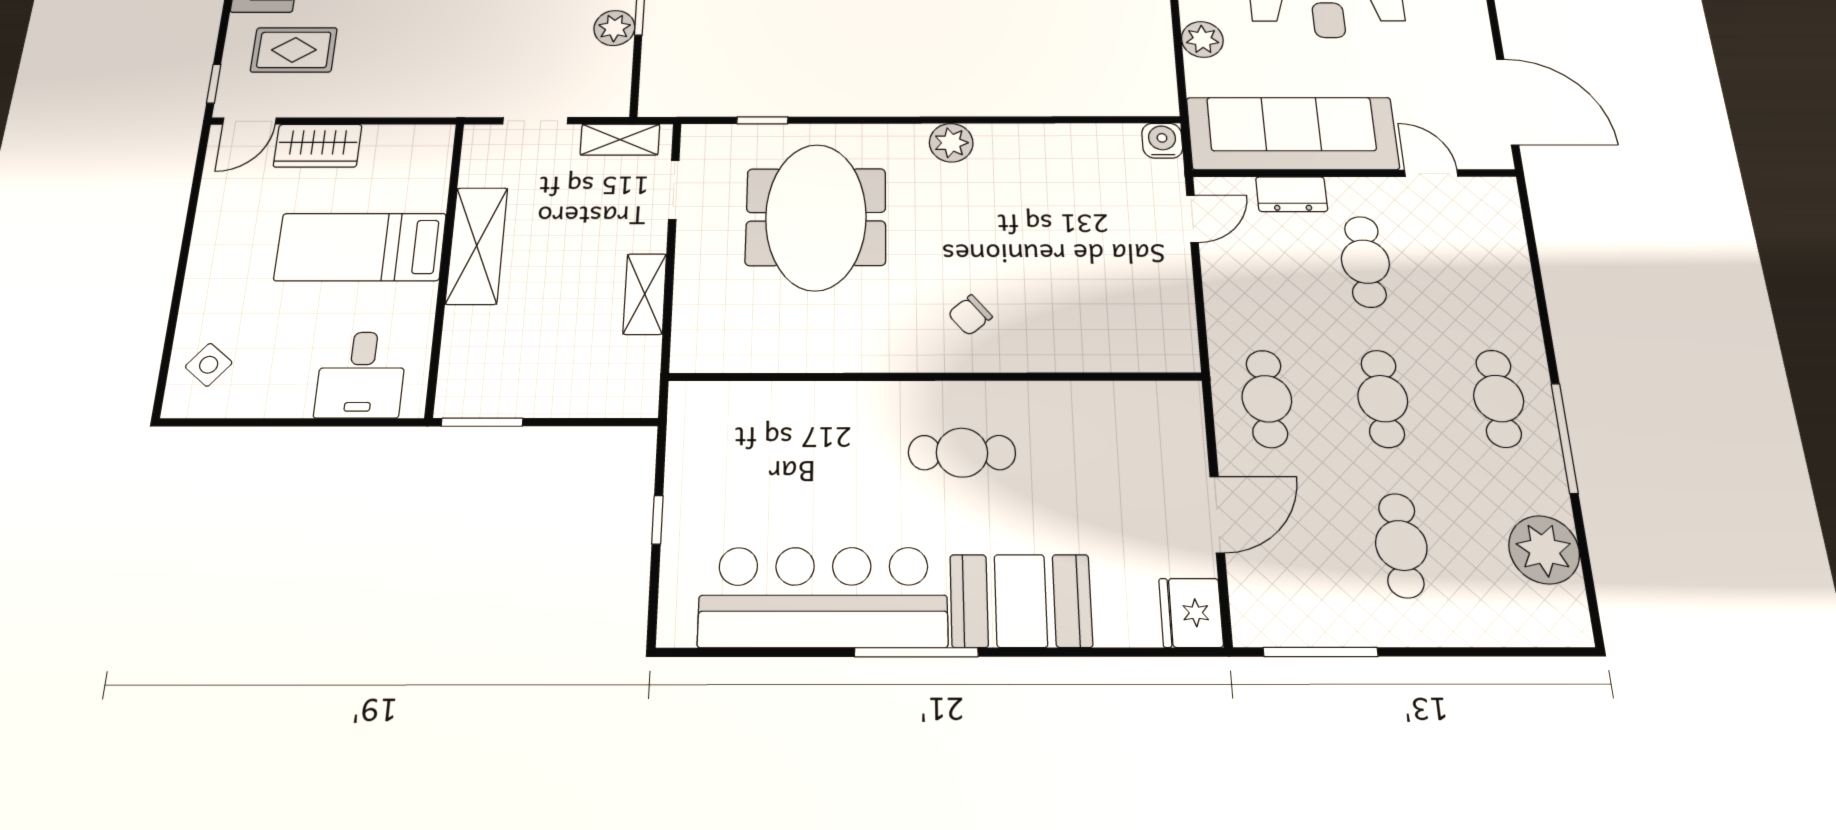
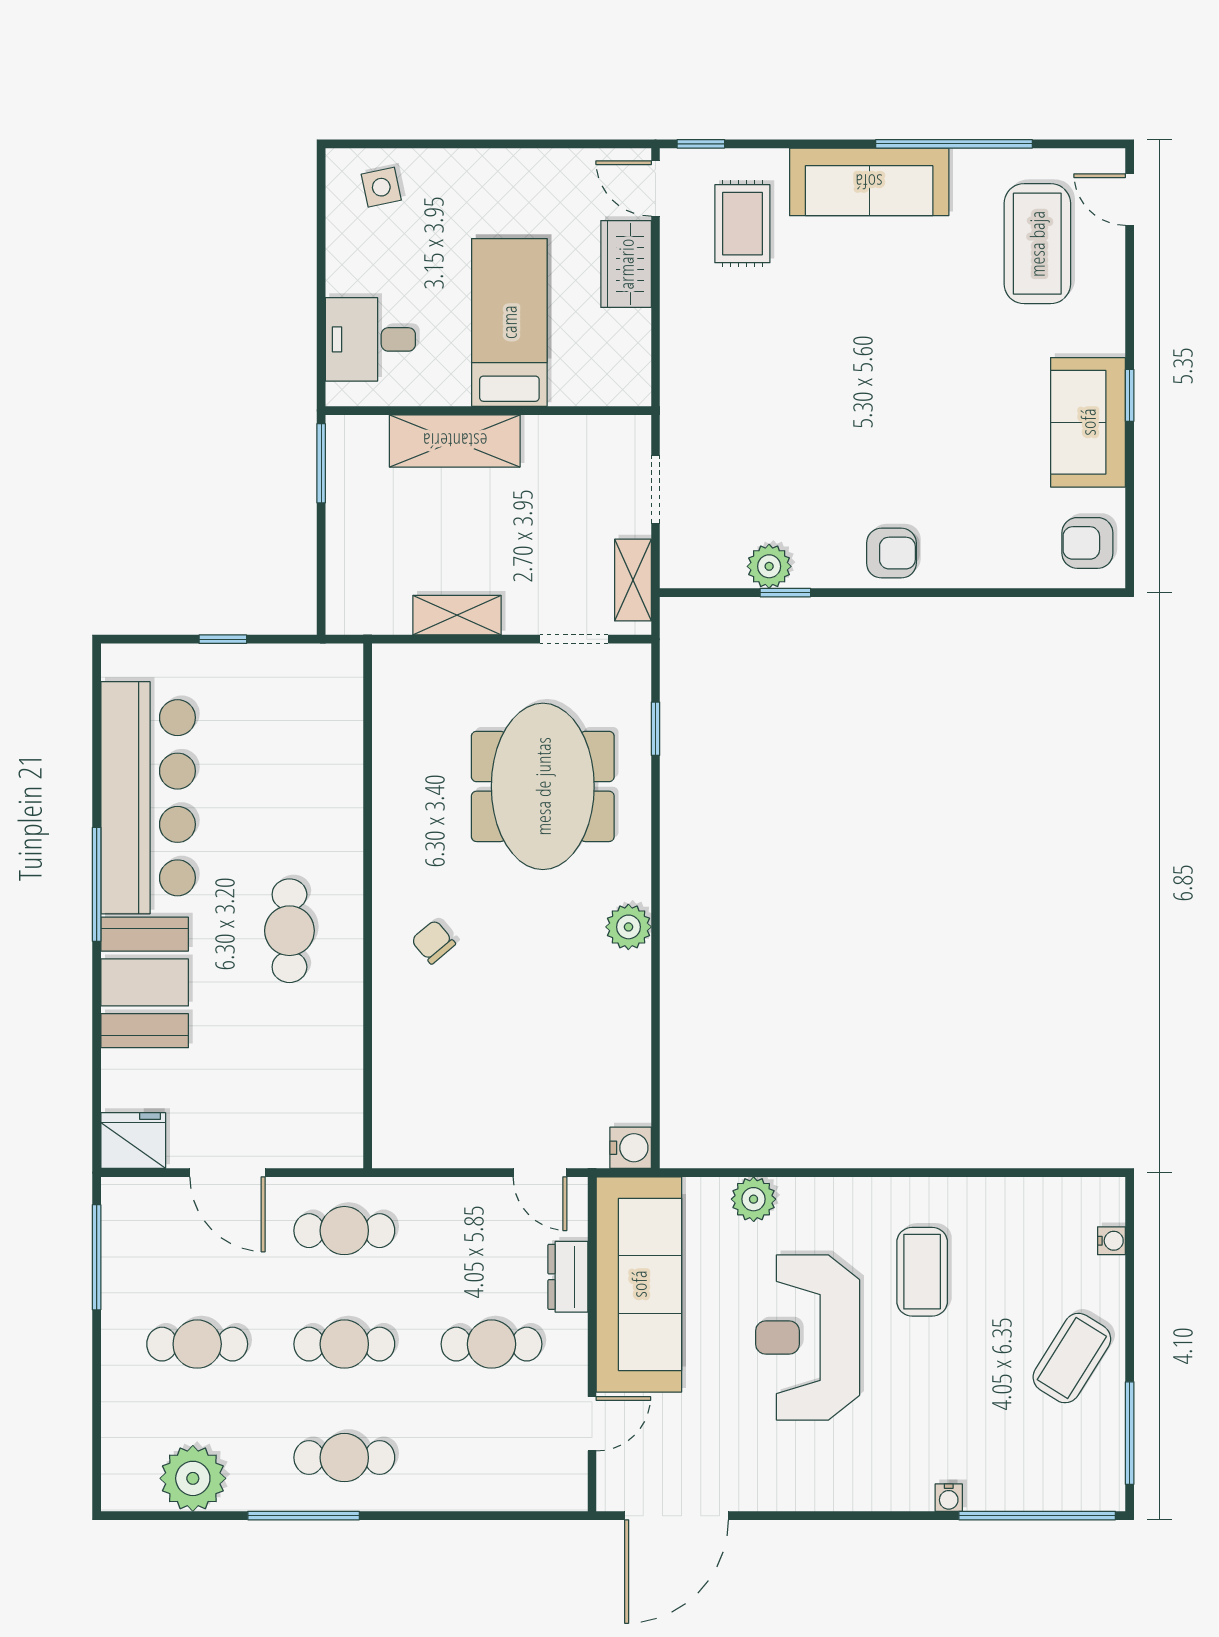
meeting table: (816, 217) -> (543, 786), turned 90
shelving: (477, 246) -> (455, 441), moved
side table: (209, 365) -> (381, 187), turned 38

